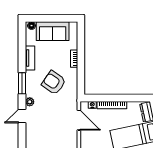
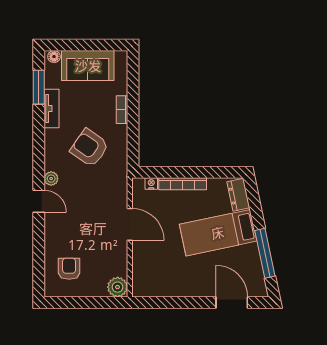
window: (22, 83) -> (39, 87), moved
door: (22, 116) -> (39, 201), swing flipped
door: (79, 120) -> (130, 224), moved

